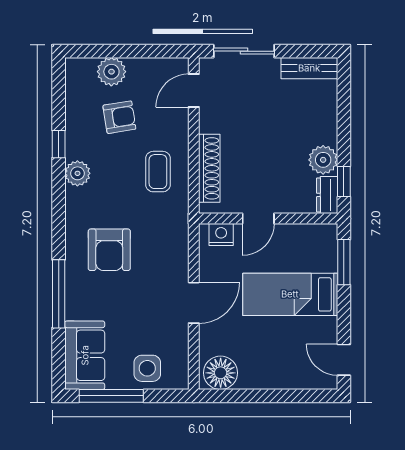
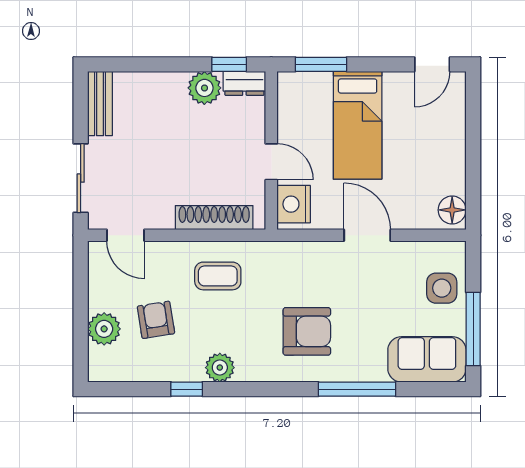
nightstand: (221, 235) -> (294, 204), width x1.36, depth x1.33
floor lamp: (221, 373) -> (452, 210), width x0.73, depth x0.73

